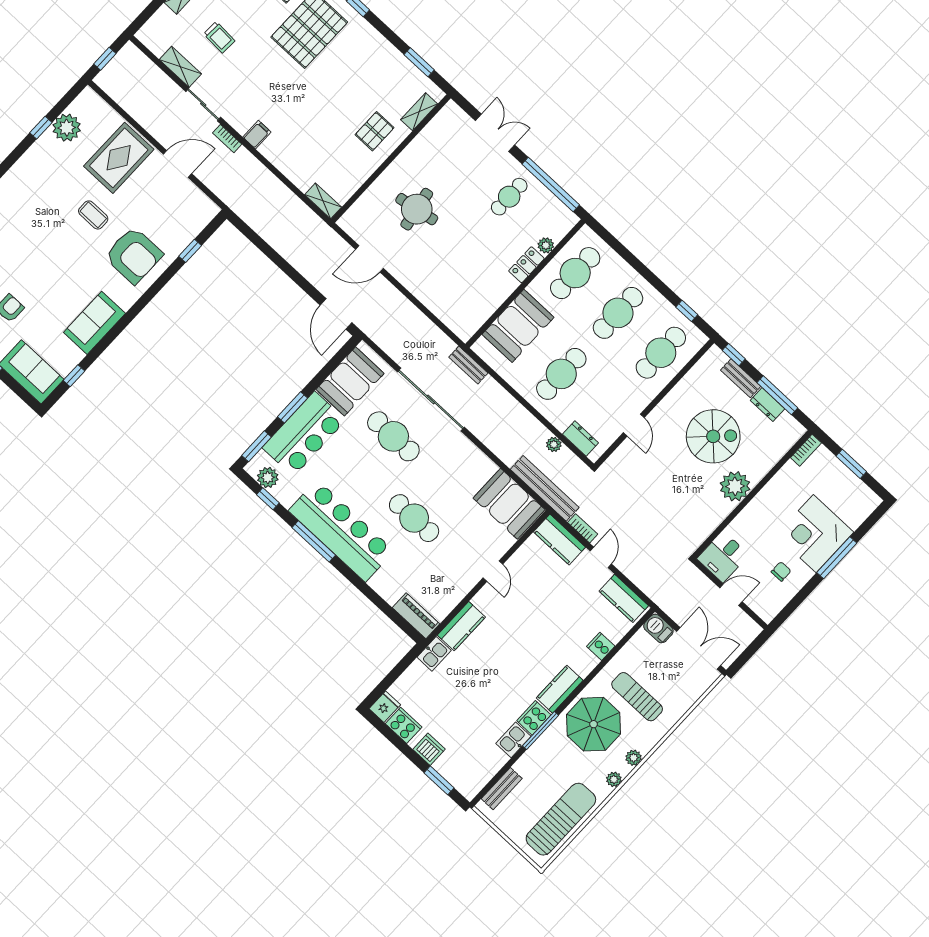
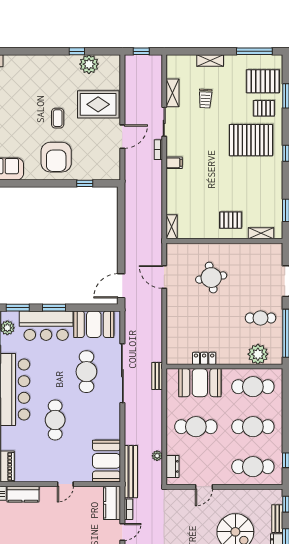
door: (177, 164) -> (122, 137), hinge flipped
plant: (546, 245) -> (258, 354), width x1.88, depth x1.88
locker: (526, 265) -> (204, 358), moved

